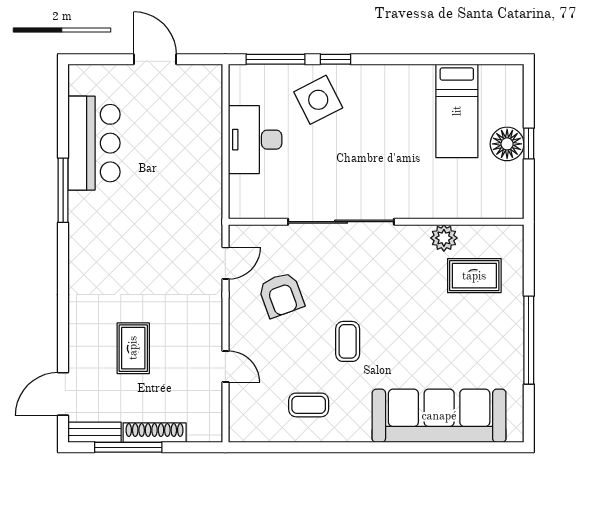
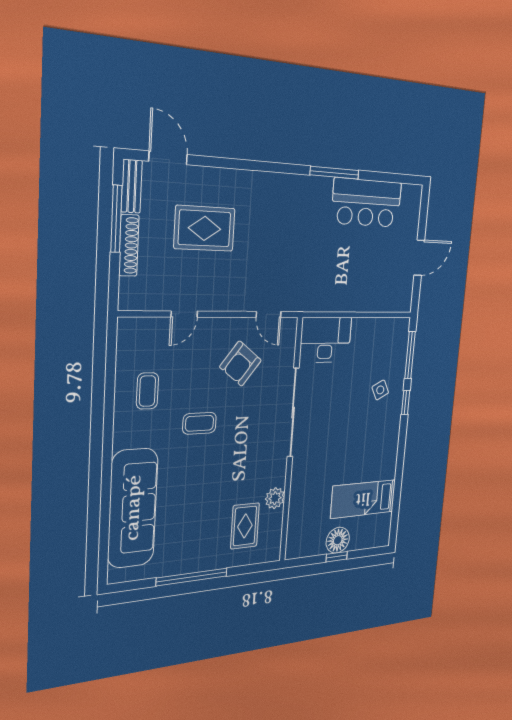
side table: (318, 100) -> (380, 390), width x0.54, depth x0.54
desk: (255, 140) -> (326, 340), moved
armchair: (281, 295) -> (241, 364), turned -32
rug: (133, 348) -> (205, 228), width x1.36, depth x1.43

